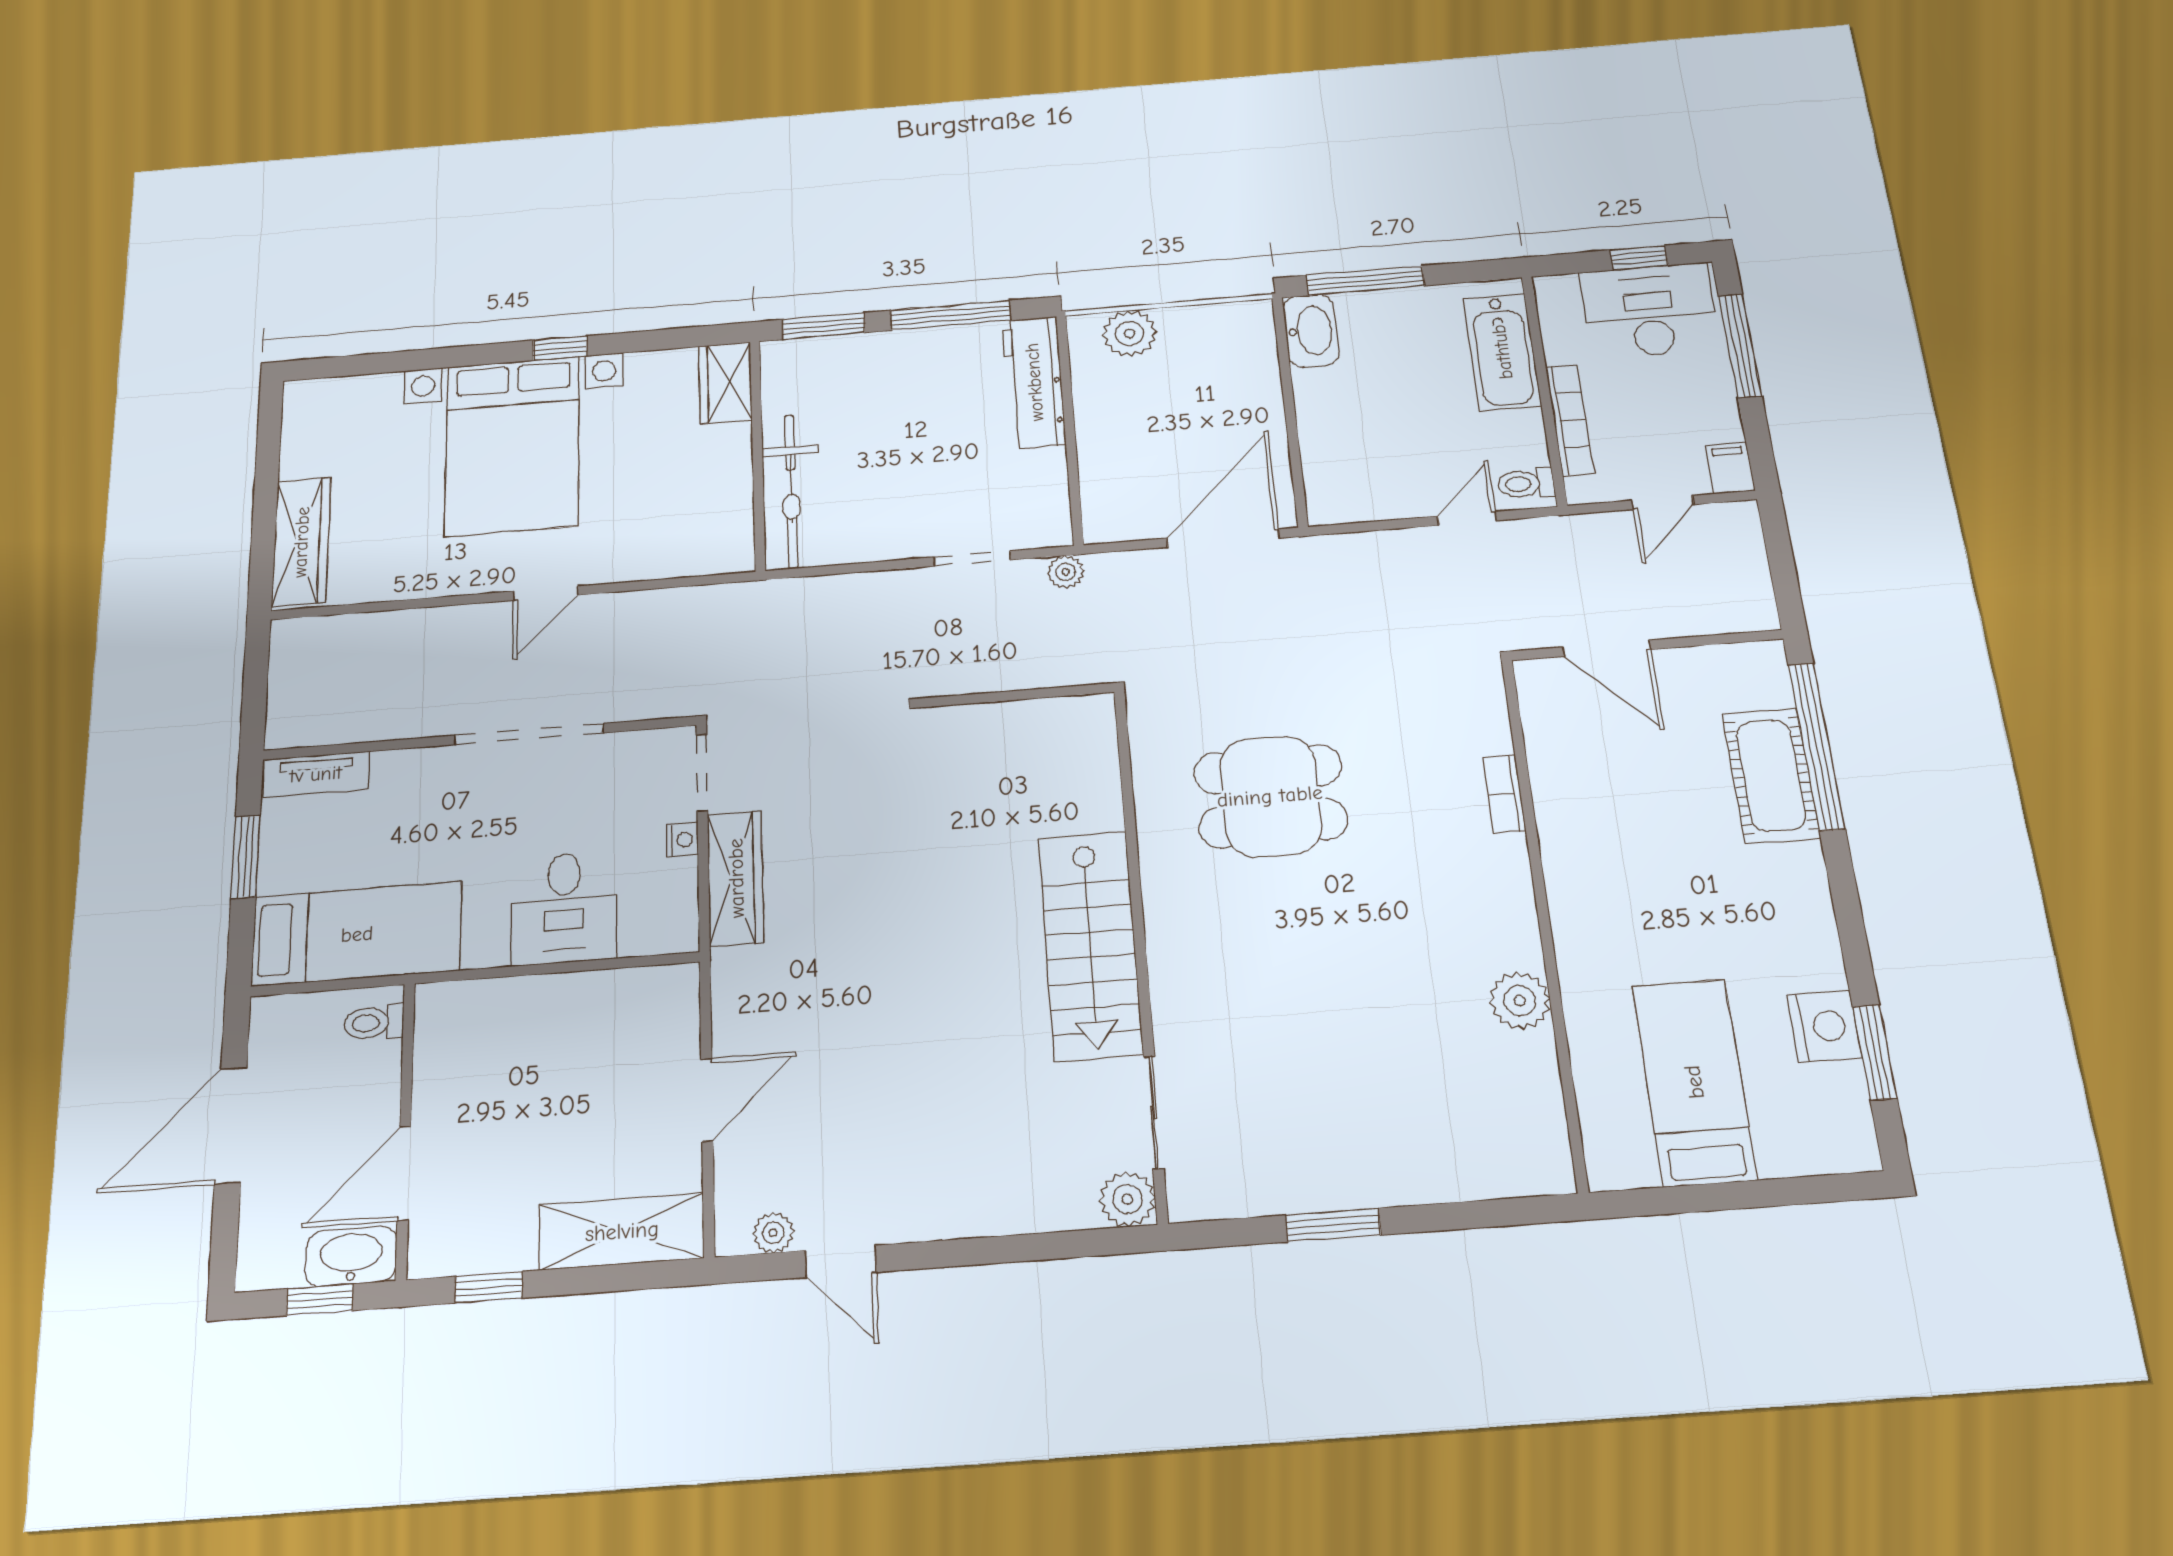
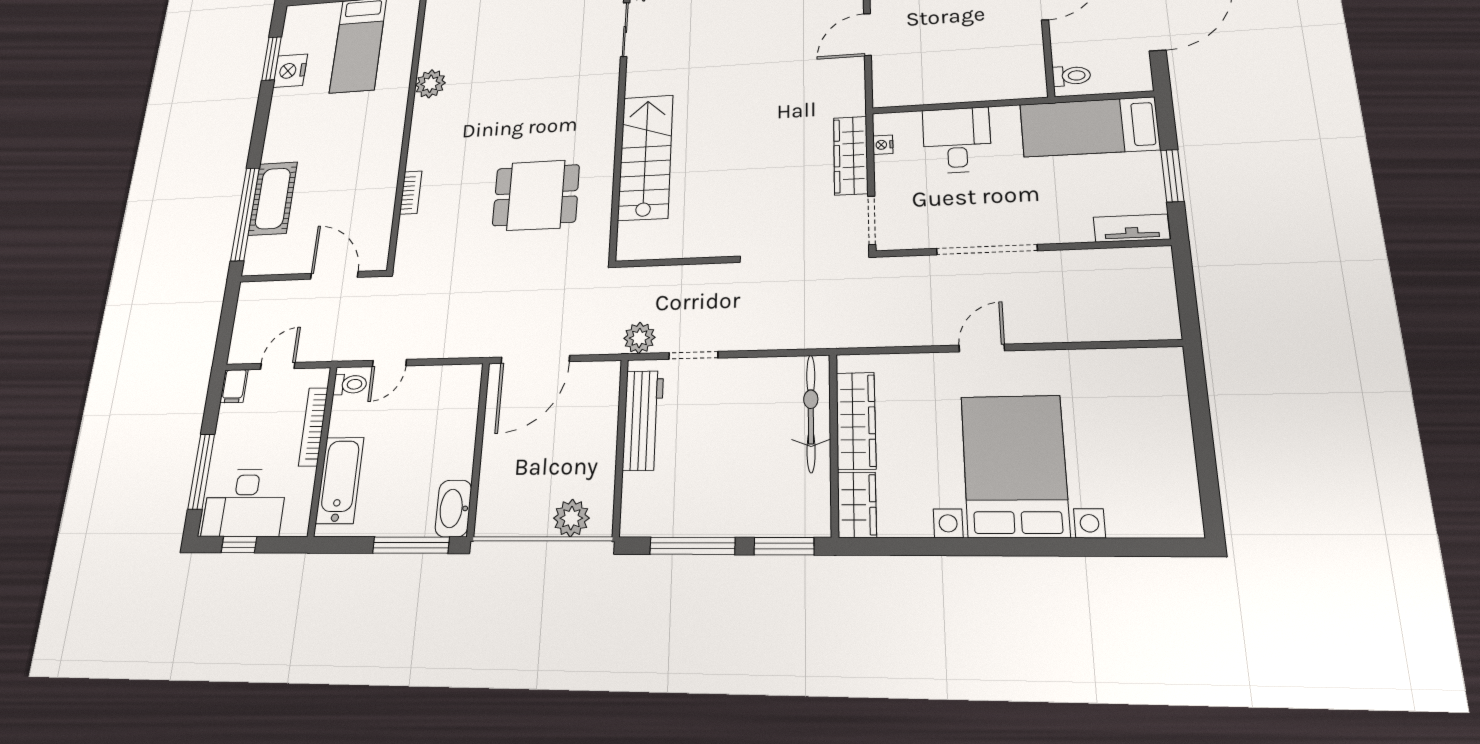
window: (560, 348) -> (983, 547), removed
workbench: (1034, 382) -> (643, 420), moved
wardrobe: (301, 542) -> (856, 420), moved, turned 180
plant: (1066, 572) -> (639, 338), width x1.38, depth x1.38
nightstand: (682, 840) -> (883, 145), moved
stairs: (1090, 945) -> (646, 157), moved

